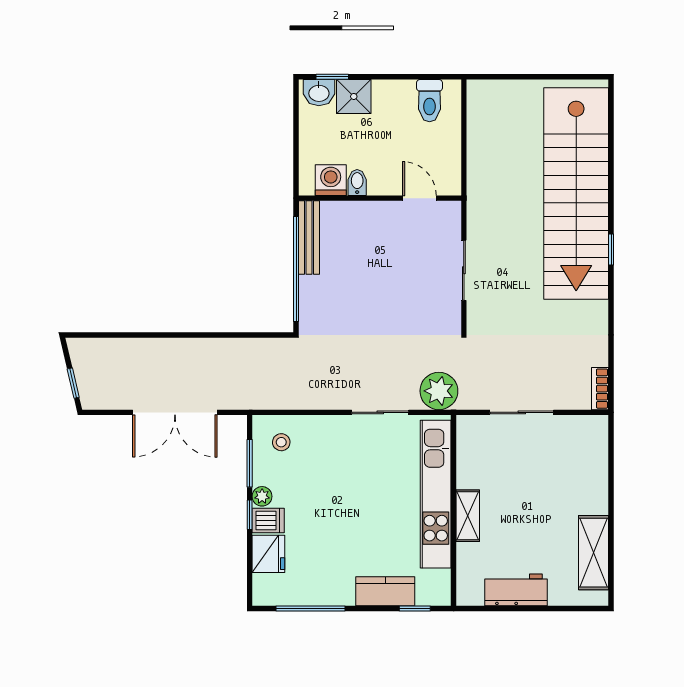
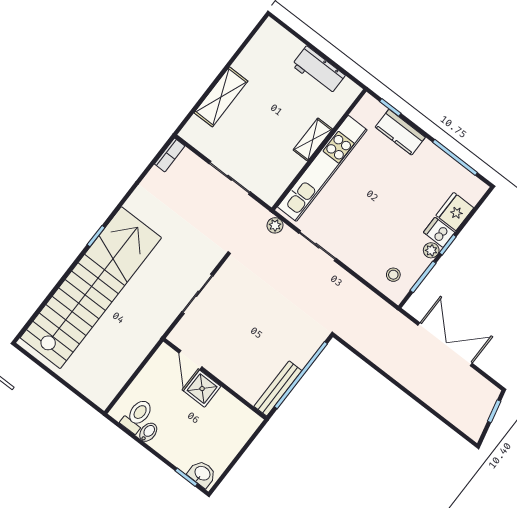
shower: (354, 96) -> (202, 389), moved
washing machine: (331, 180) -> (237, 414), removed
bidet: (357, 182) -> (148, 432), moved, turned 180
plant: (439, 391) -> (275, 225), width x0.53, depth x0.53
shelving: (594, 553) -> (221, 97), moved

